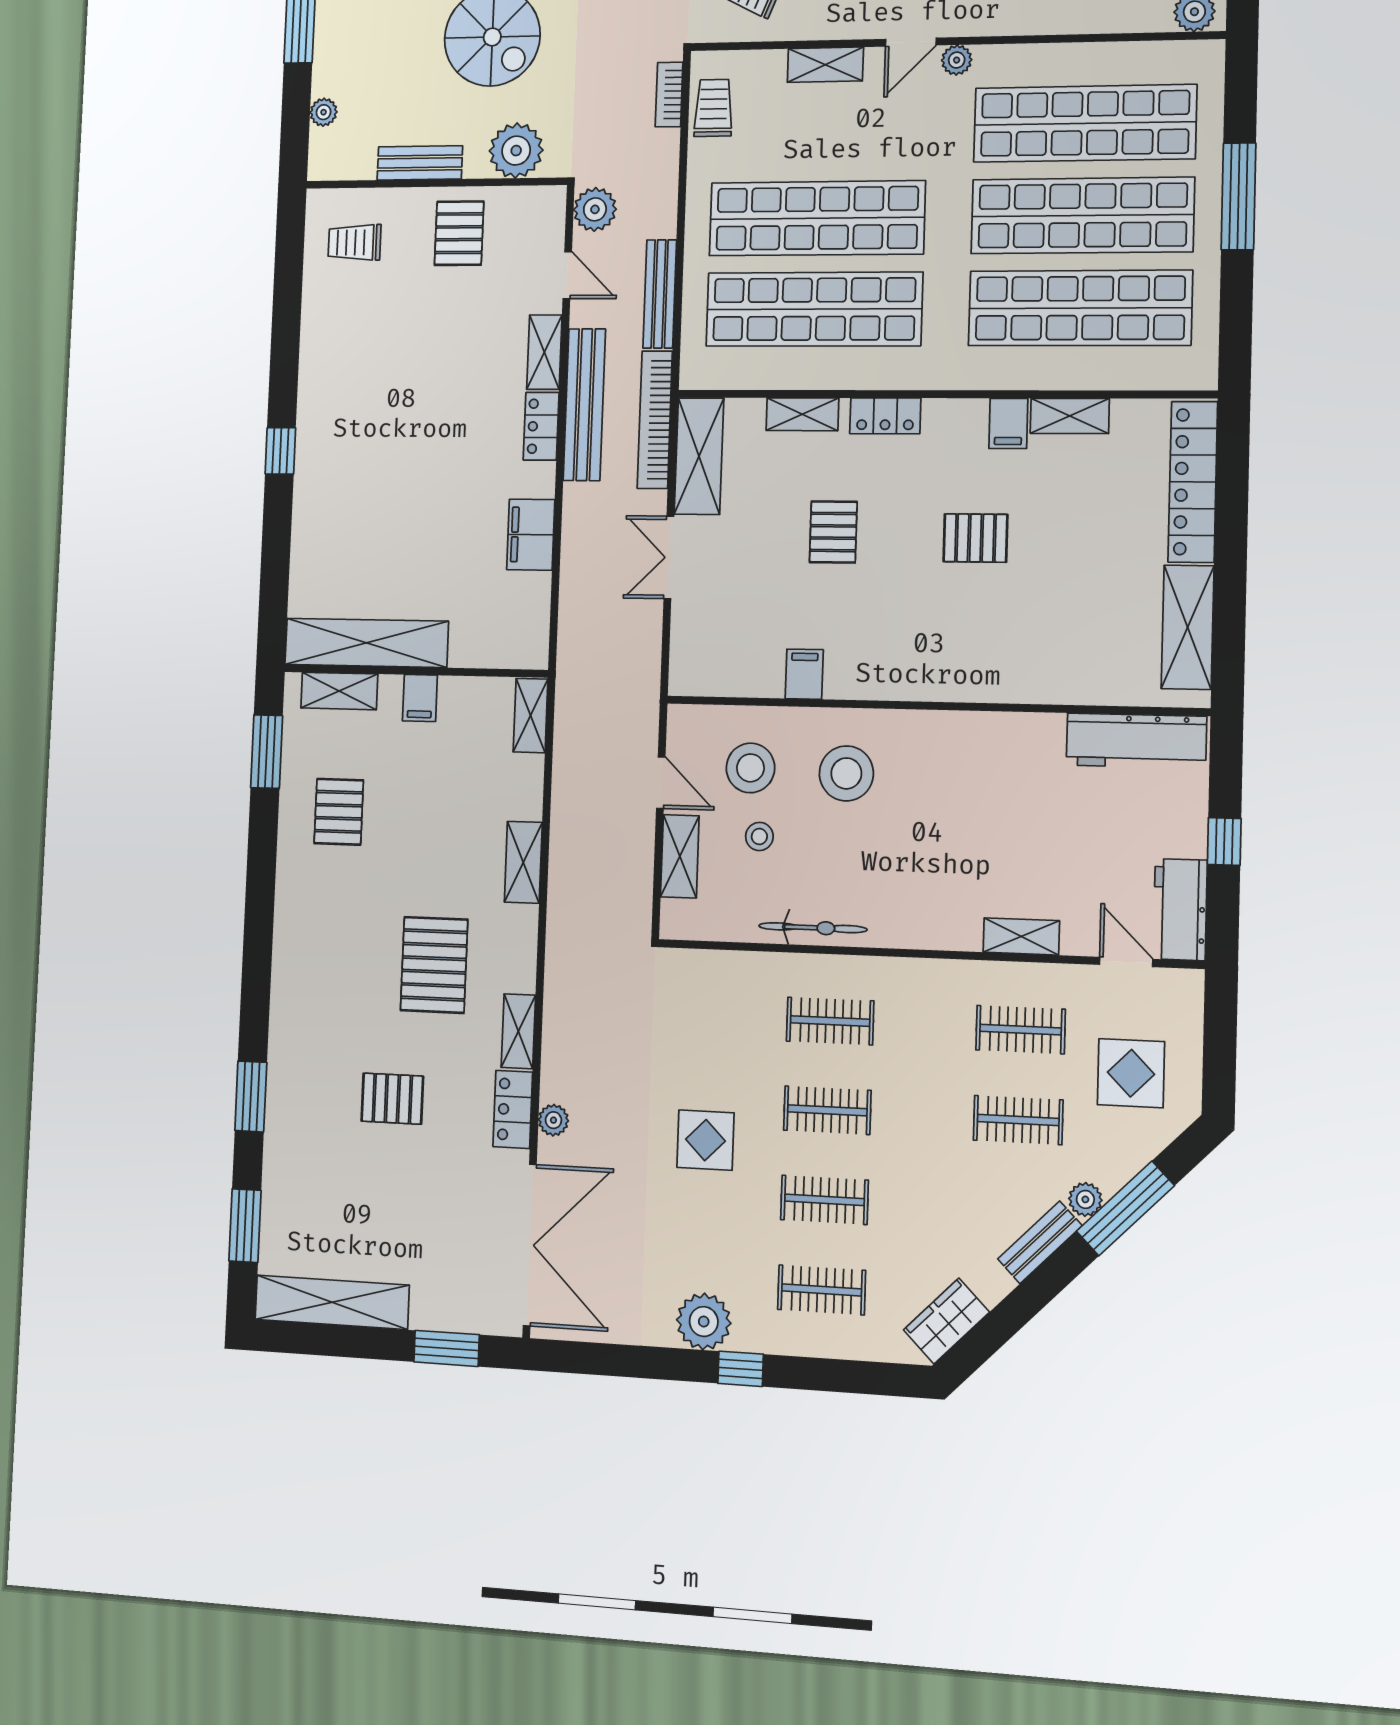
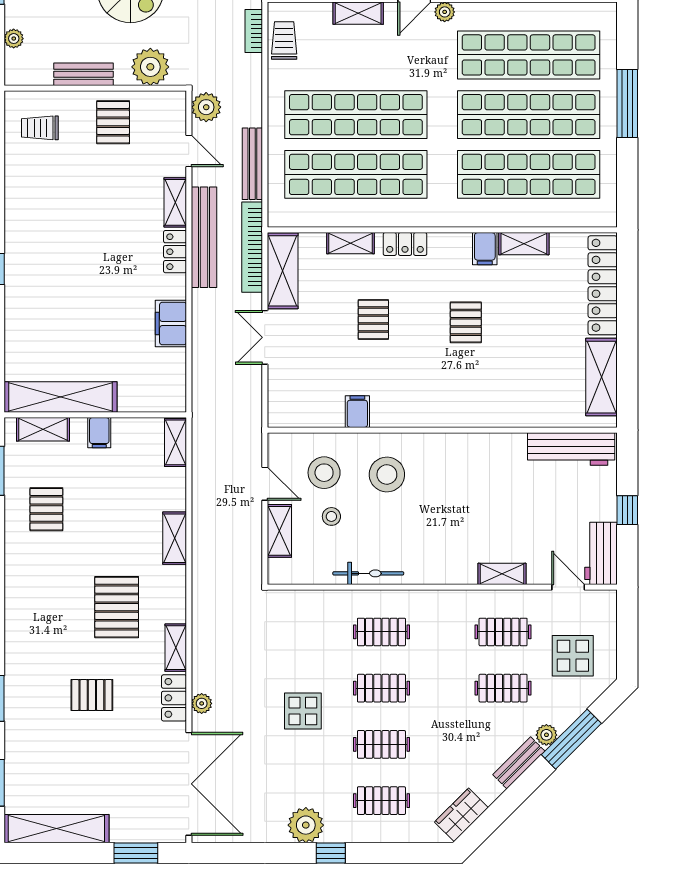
pallet: (975, 538) -> (466, 322), turned 90

